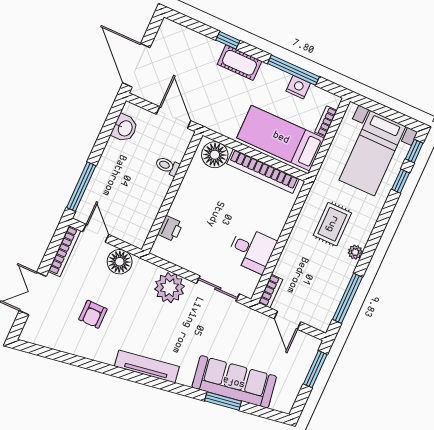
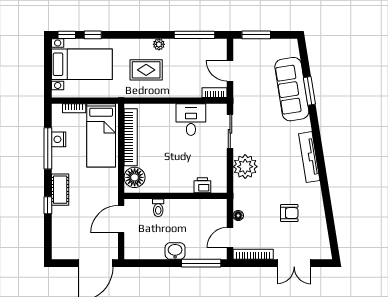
washbasin: (125, 128) -> (175, 251), moved
floor lamp: (120, 262) -> (238, 216), width x0.53, depth x0.53
door: (287, 320) -> (230, 71), swing flipped

